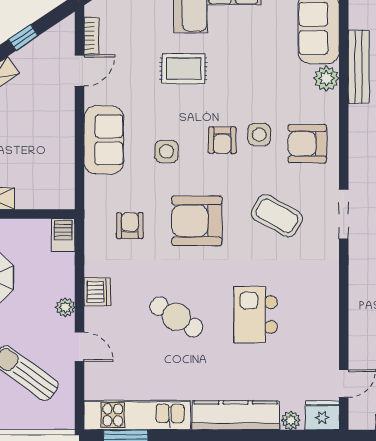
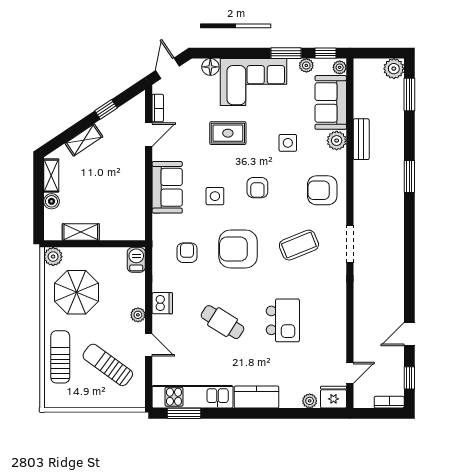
bench: (359, 67) -> (361, 139), width x0.73
side table: (259, 135) -> (288, 143), moved
coffee table: (277, 216) -> (299, 245), turned -51
kitchen island: (256, 315) -> (283, 320), turned 180
kitchen counter: (236, 415) -> (257, 397), width x0.67

